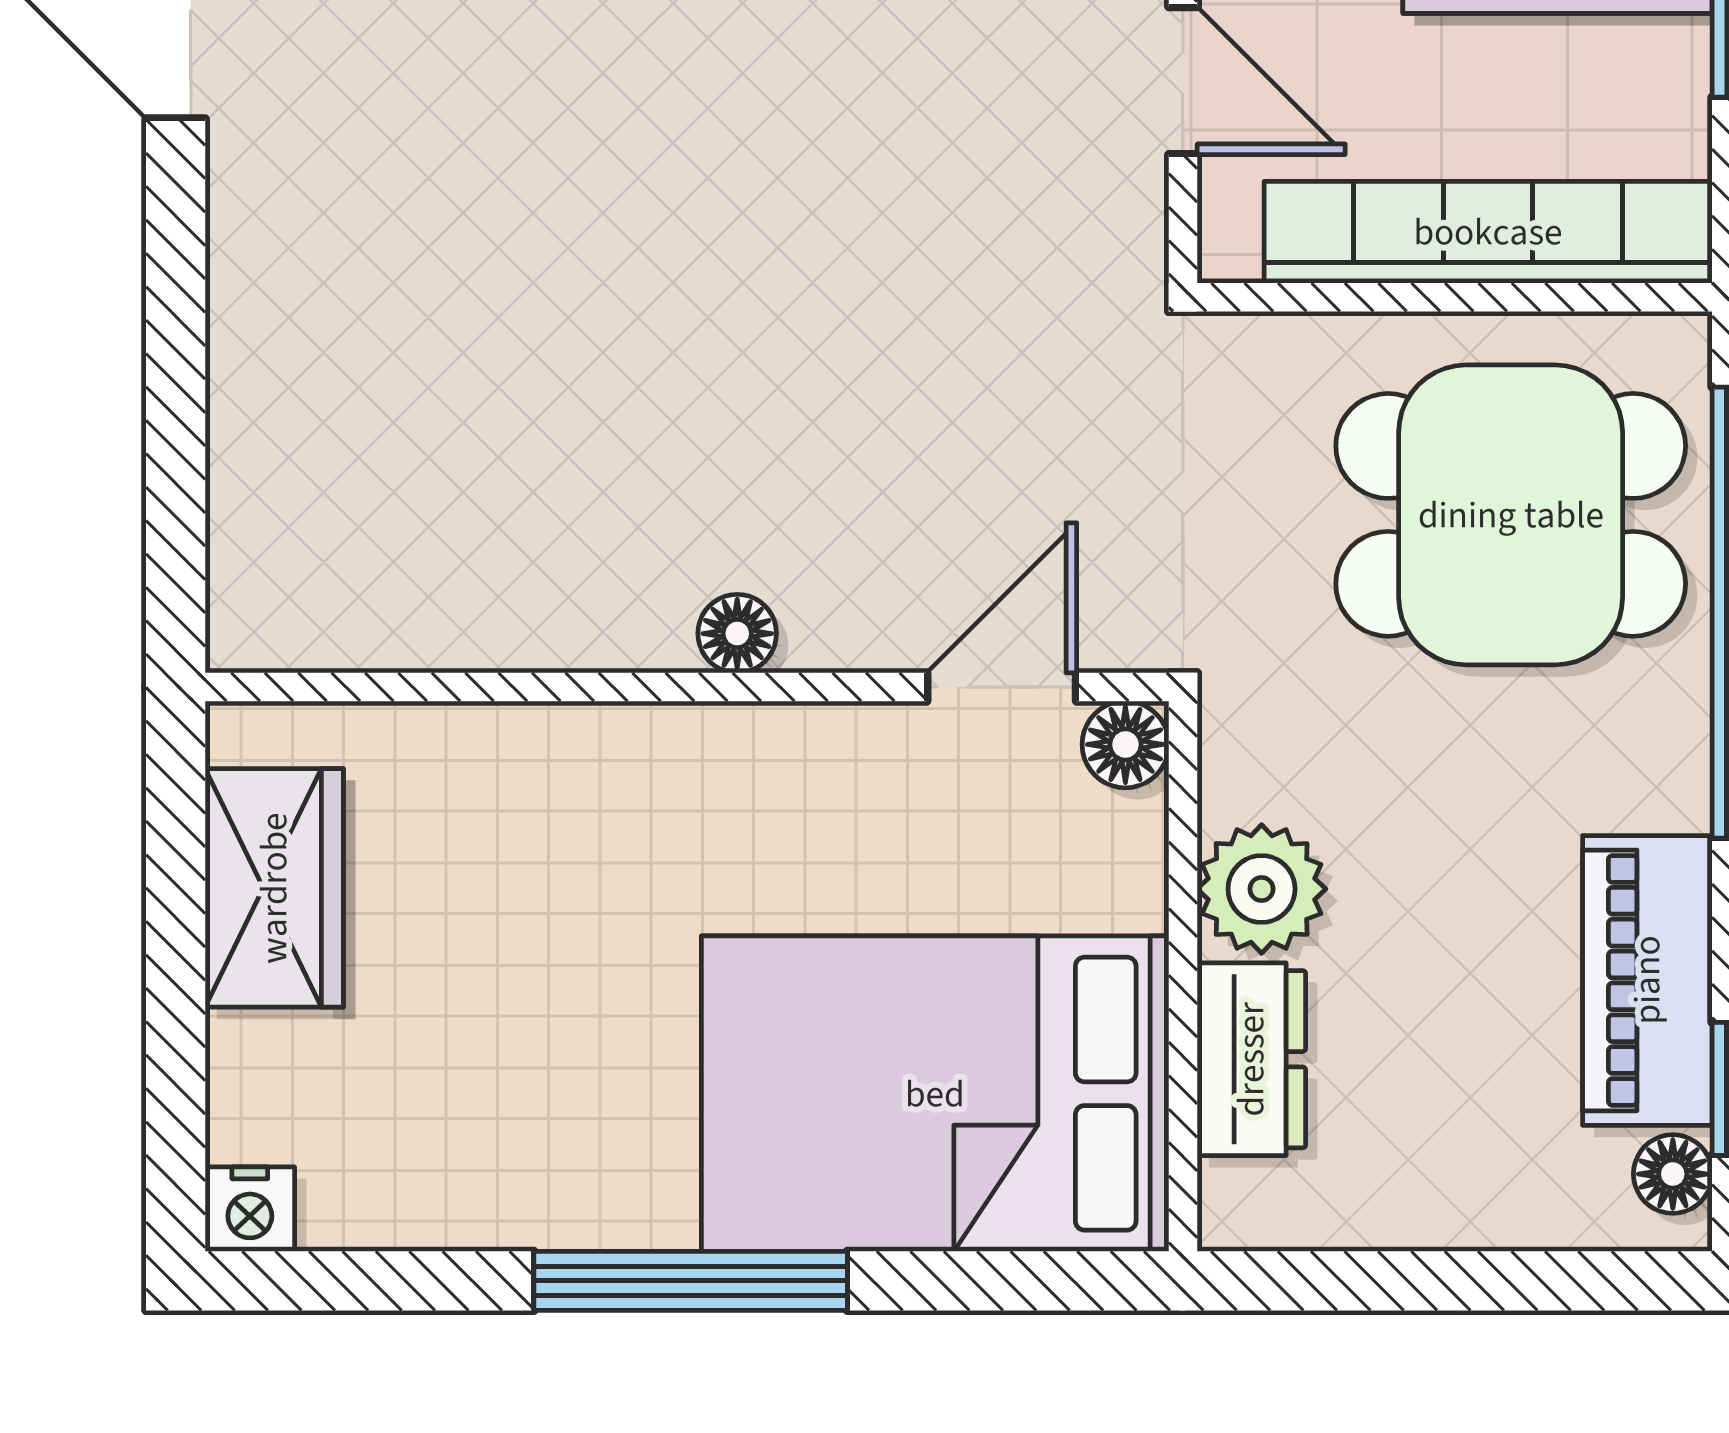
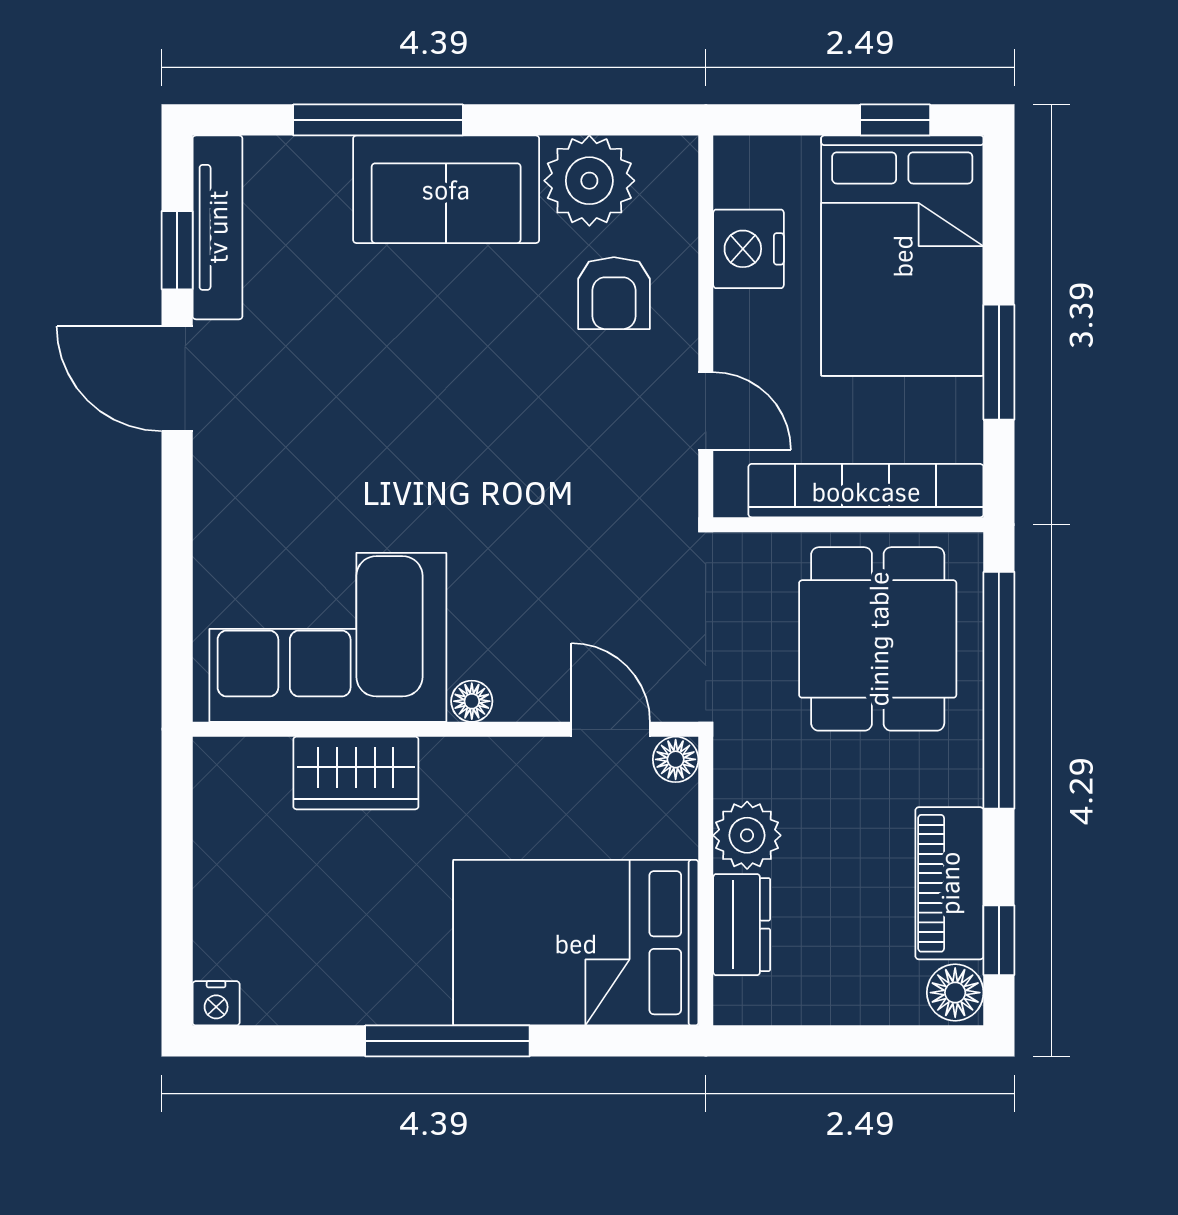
corner sofa: (463, 512) -> (328, 637), added
dining table: (1511, 515) -> (878, 639), turned 90
door: (1002, 687) -> (611, 729), hinge flipped
wardrobe: (274, 888) -> (356, 773), moved, turned 90
floor lamp: (1673, 1174) -> (955, 993), width x1.37, depth x1.37

